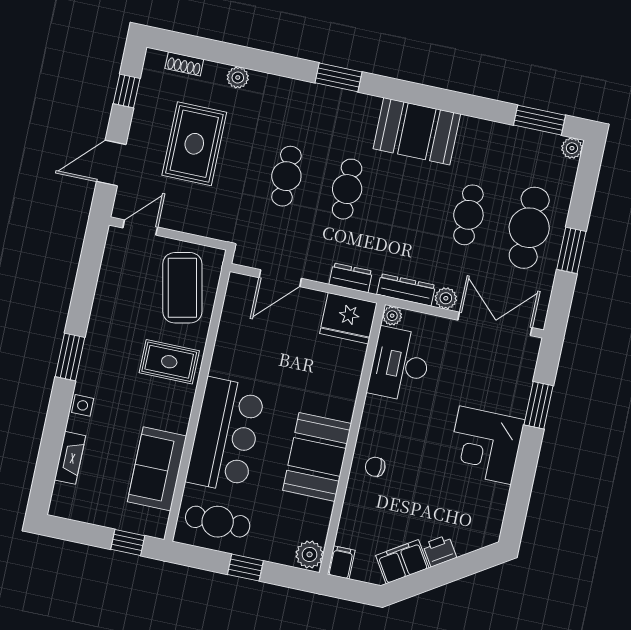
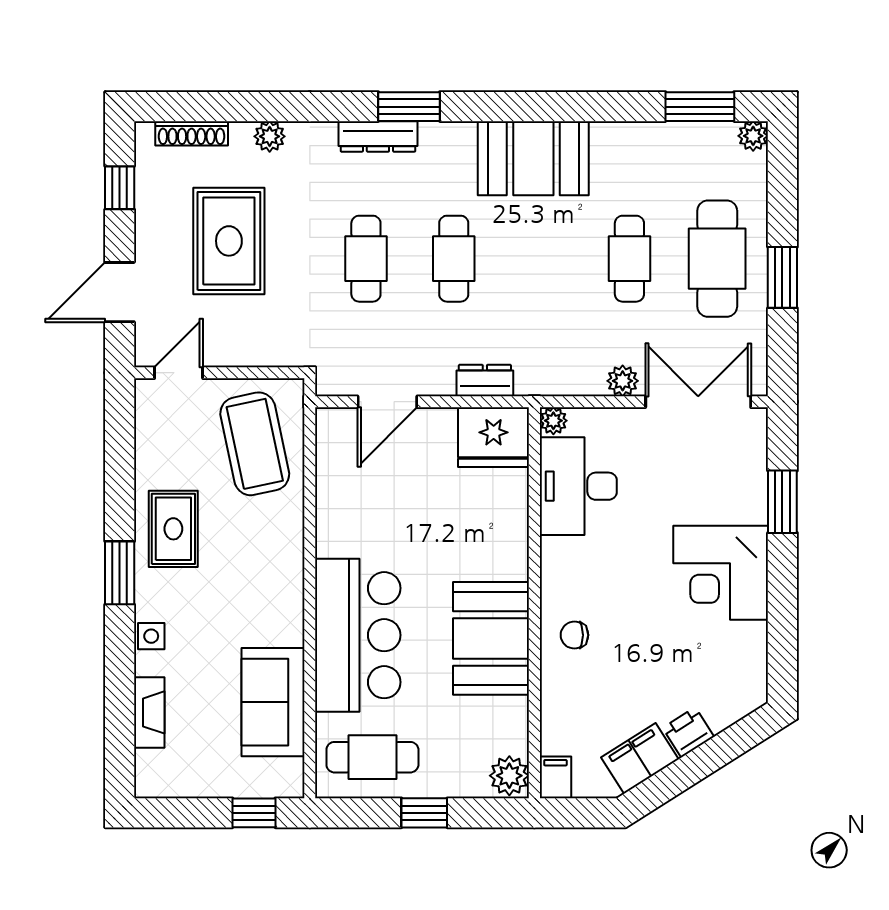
shoe rack: (184, 64) -> (192, 133), width x1.43
dresser: (406, 290) -> (378, 136), moved, turned 180
rug: (169, 362) -> (173, 529), moved, turned 90

